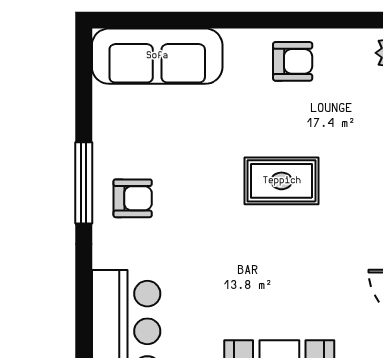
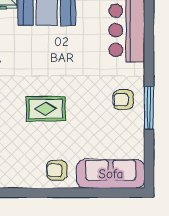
armchair: (293, 61) -> (57, 170), moved

